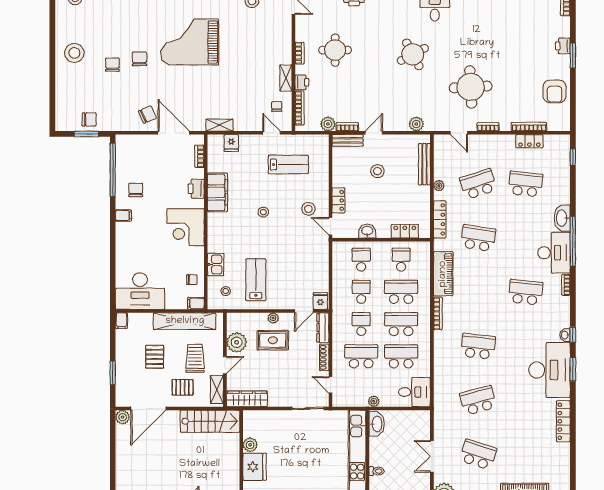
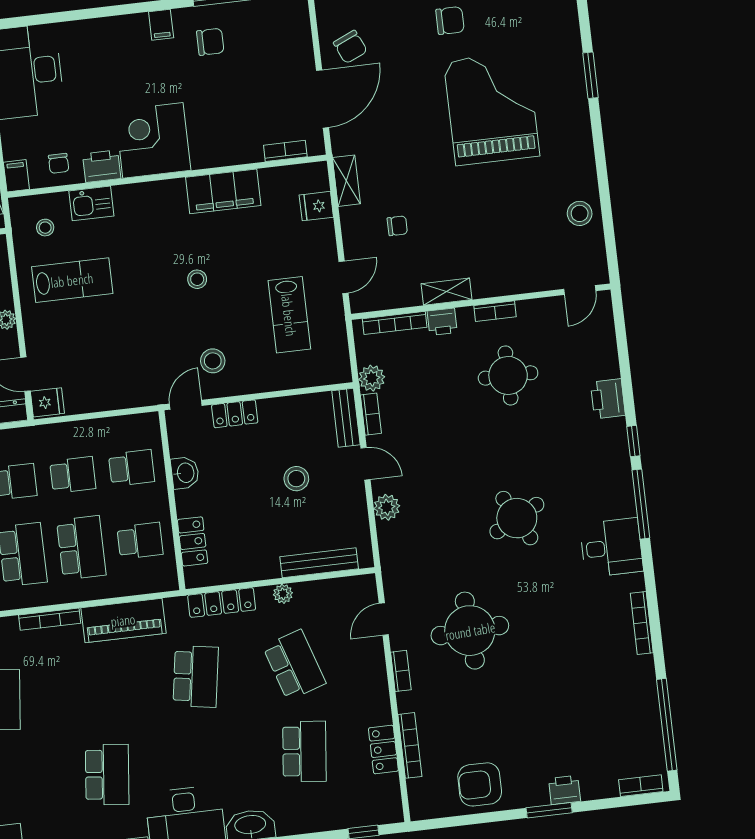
chair: (277, 107) -> (397, 226), moved
plant: (416, 124) -> (387, 507), moved
printer: (196, 189) -> (102, 166), moved

